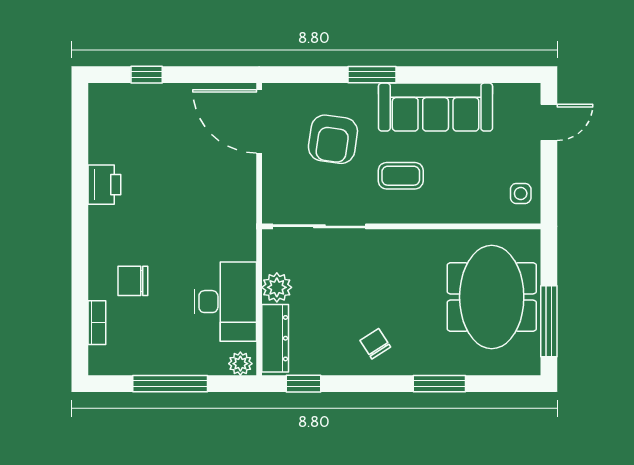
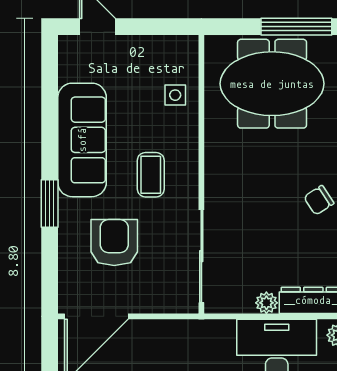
armchair: (333, 139) -> (114, 243), turned -98
side table: (521, 193) -> (175, 95), moved
plant: (277, 287) -> (266, 303), width x0.73, depth x0.73

